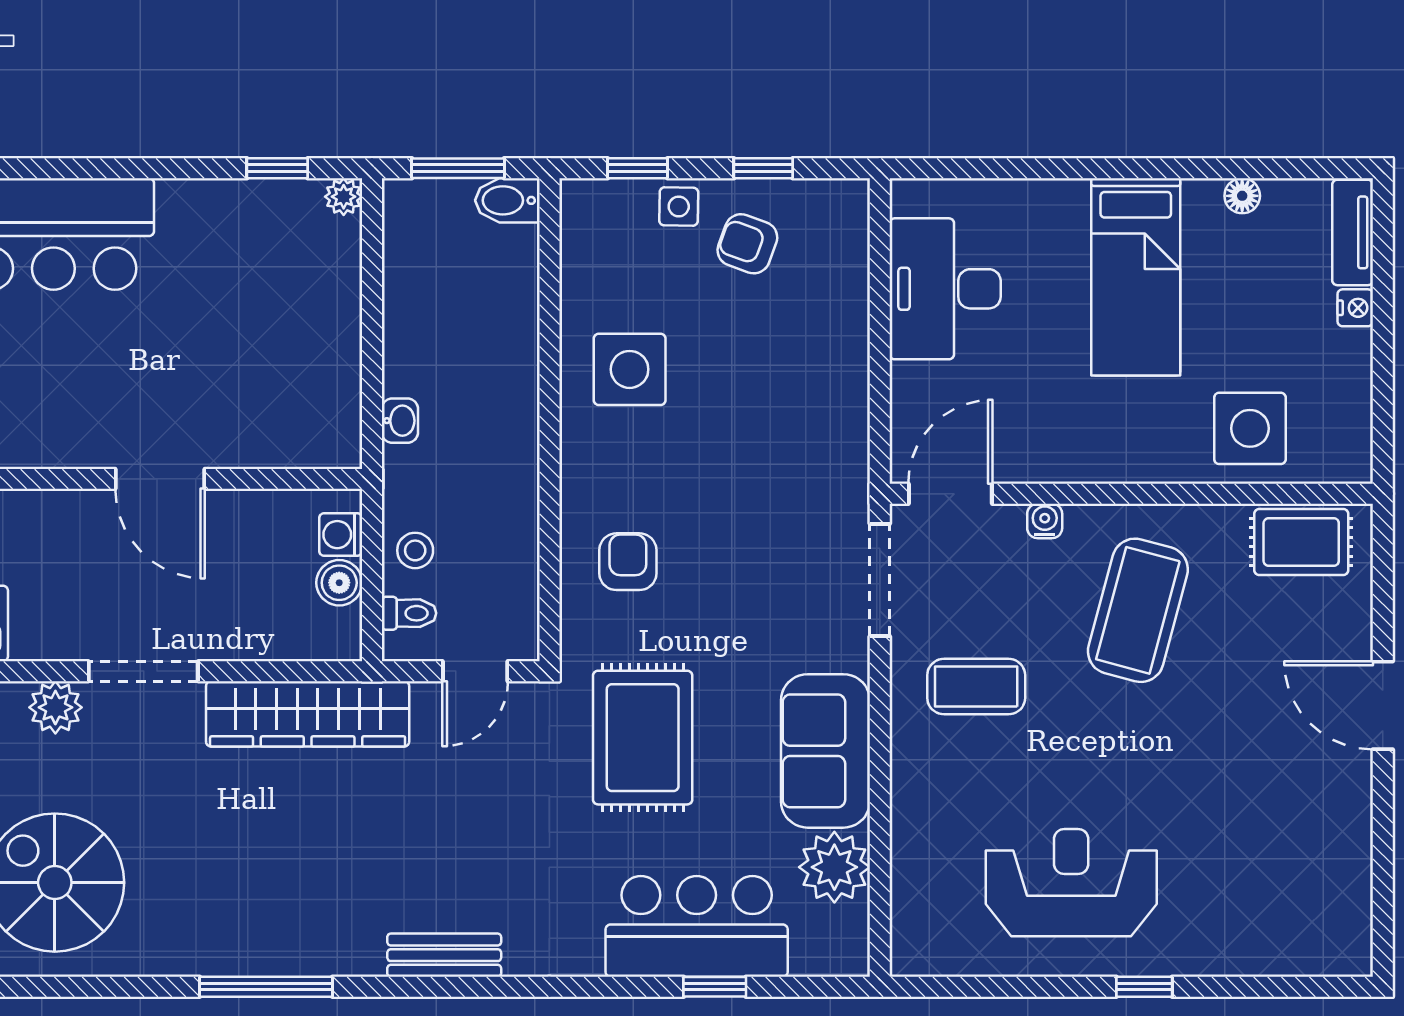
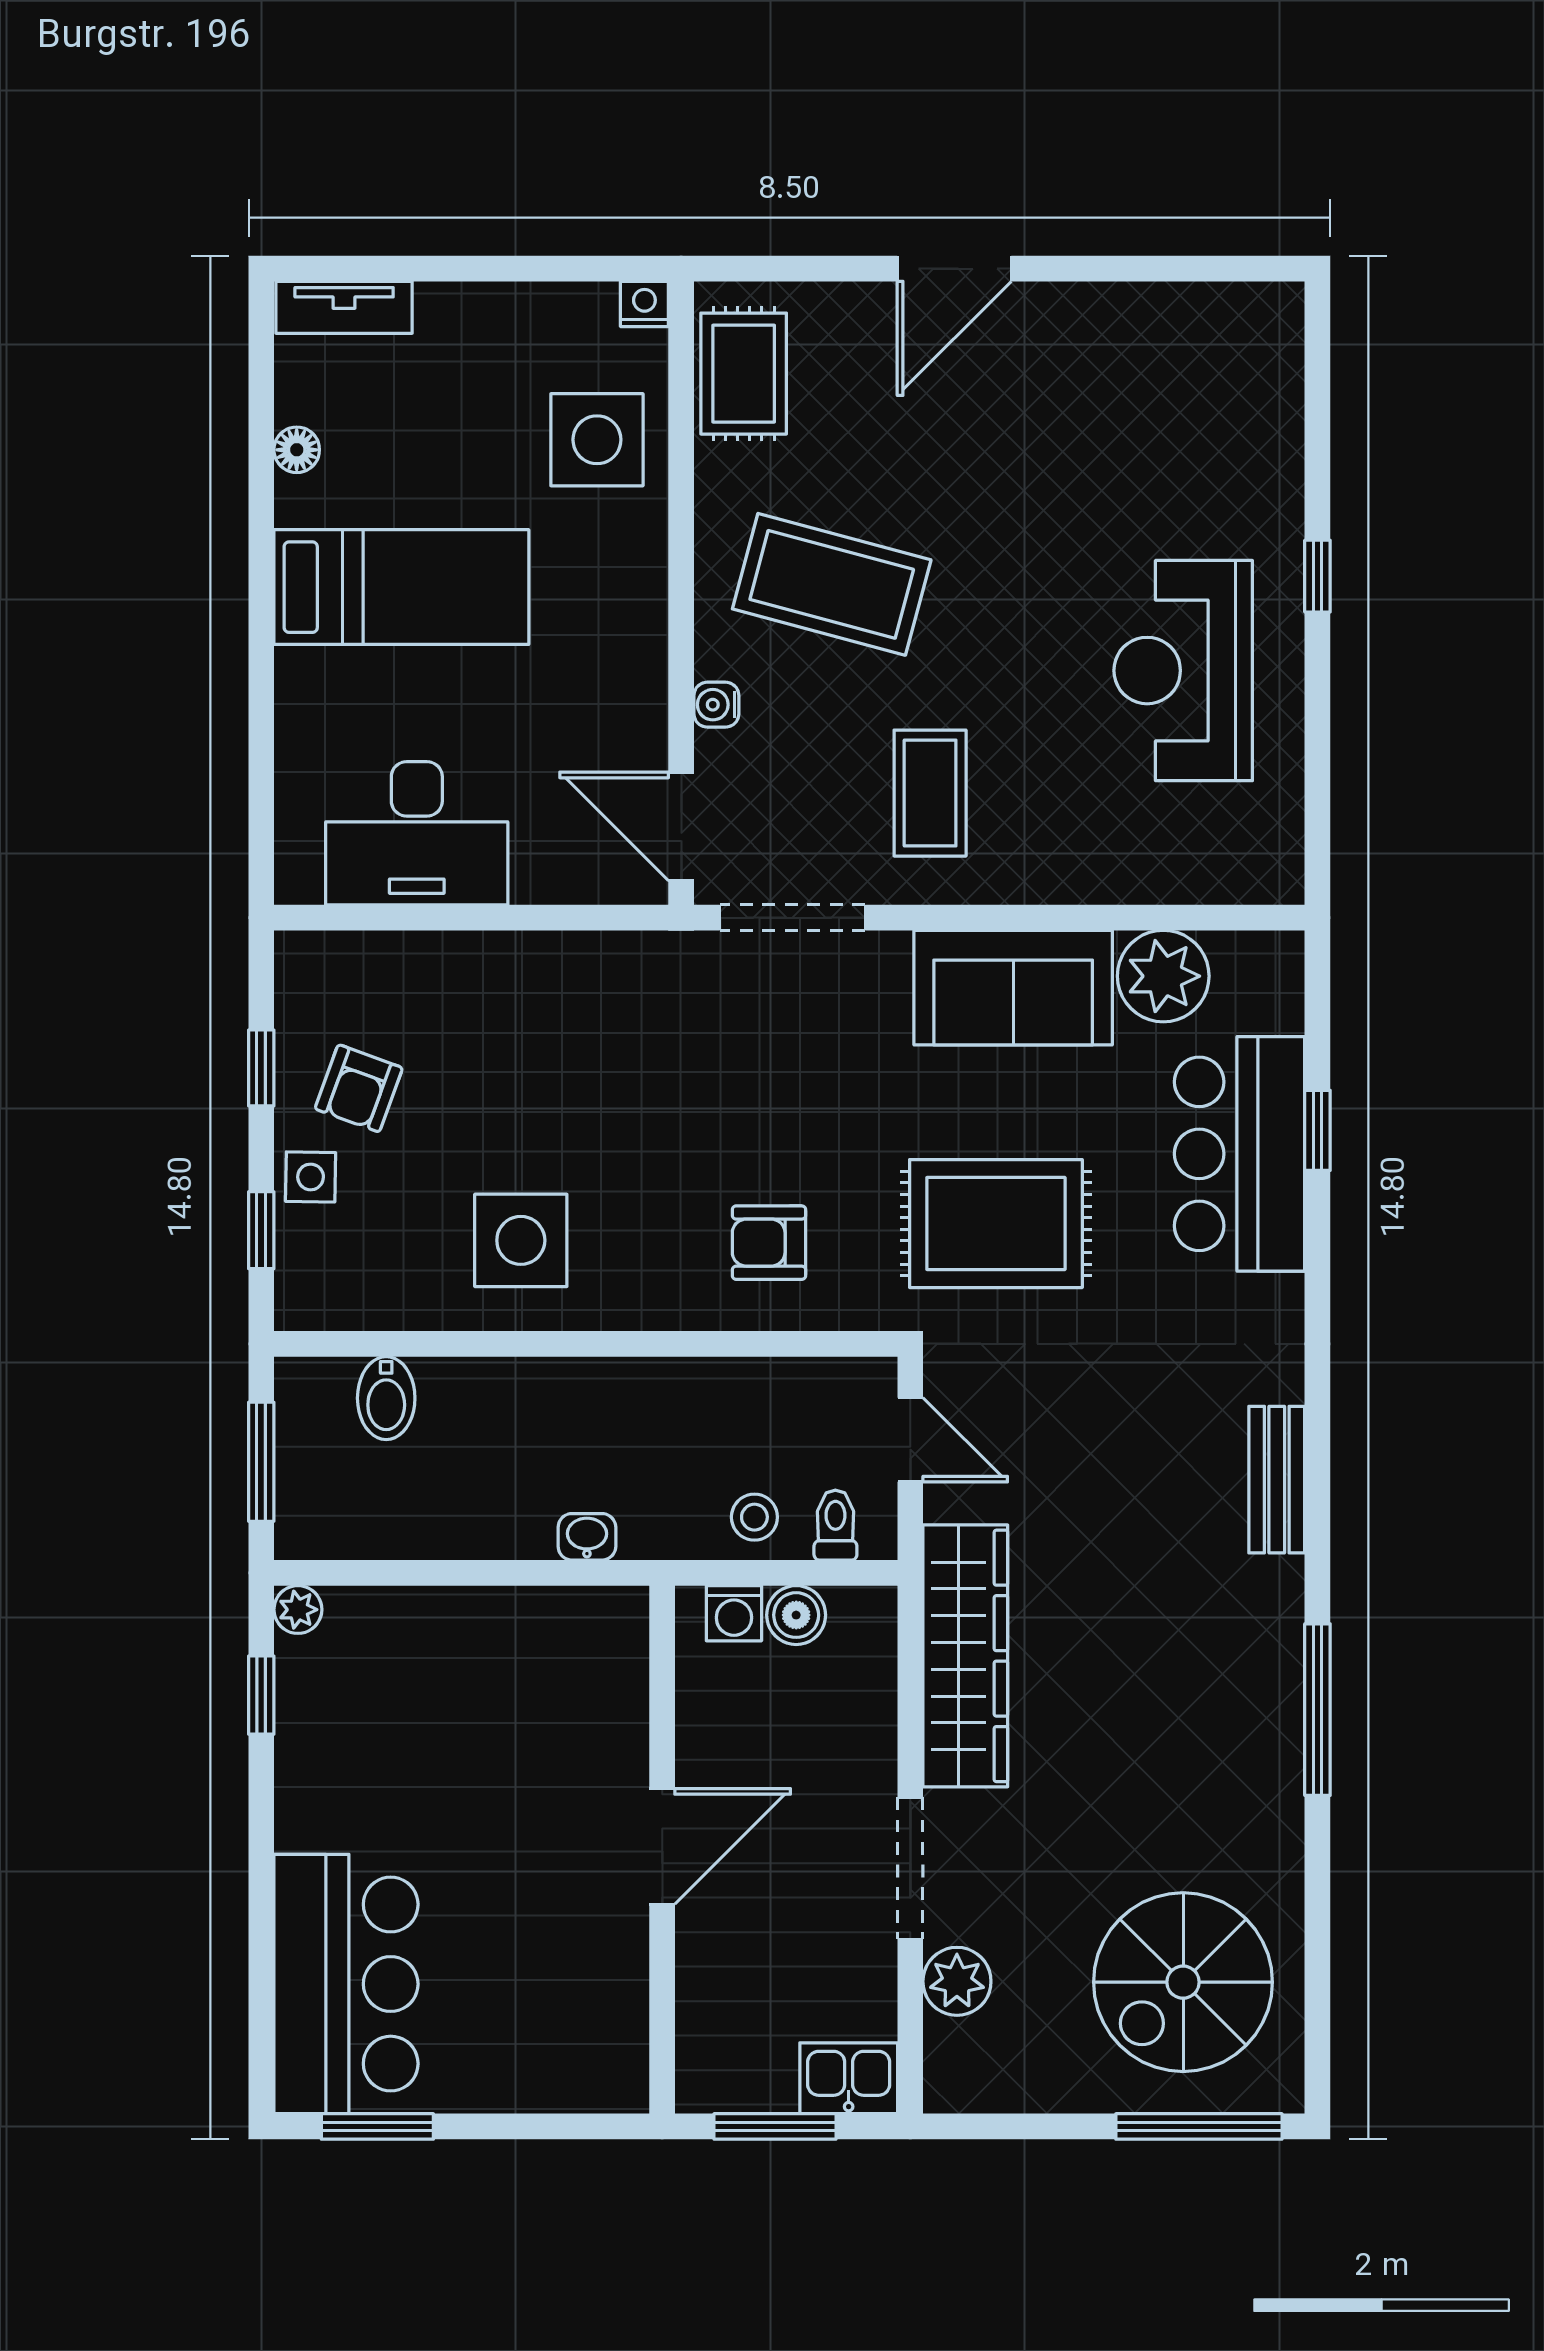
bidet: (507, 200) -> (386, 1398), moved
nightstand: (1355, 308) -> (644, 304), moved

